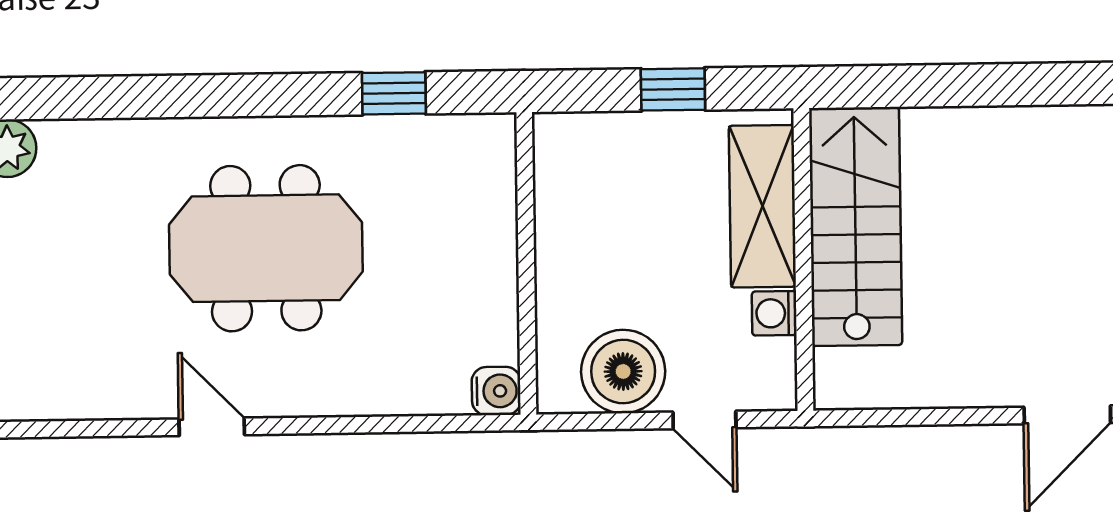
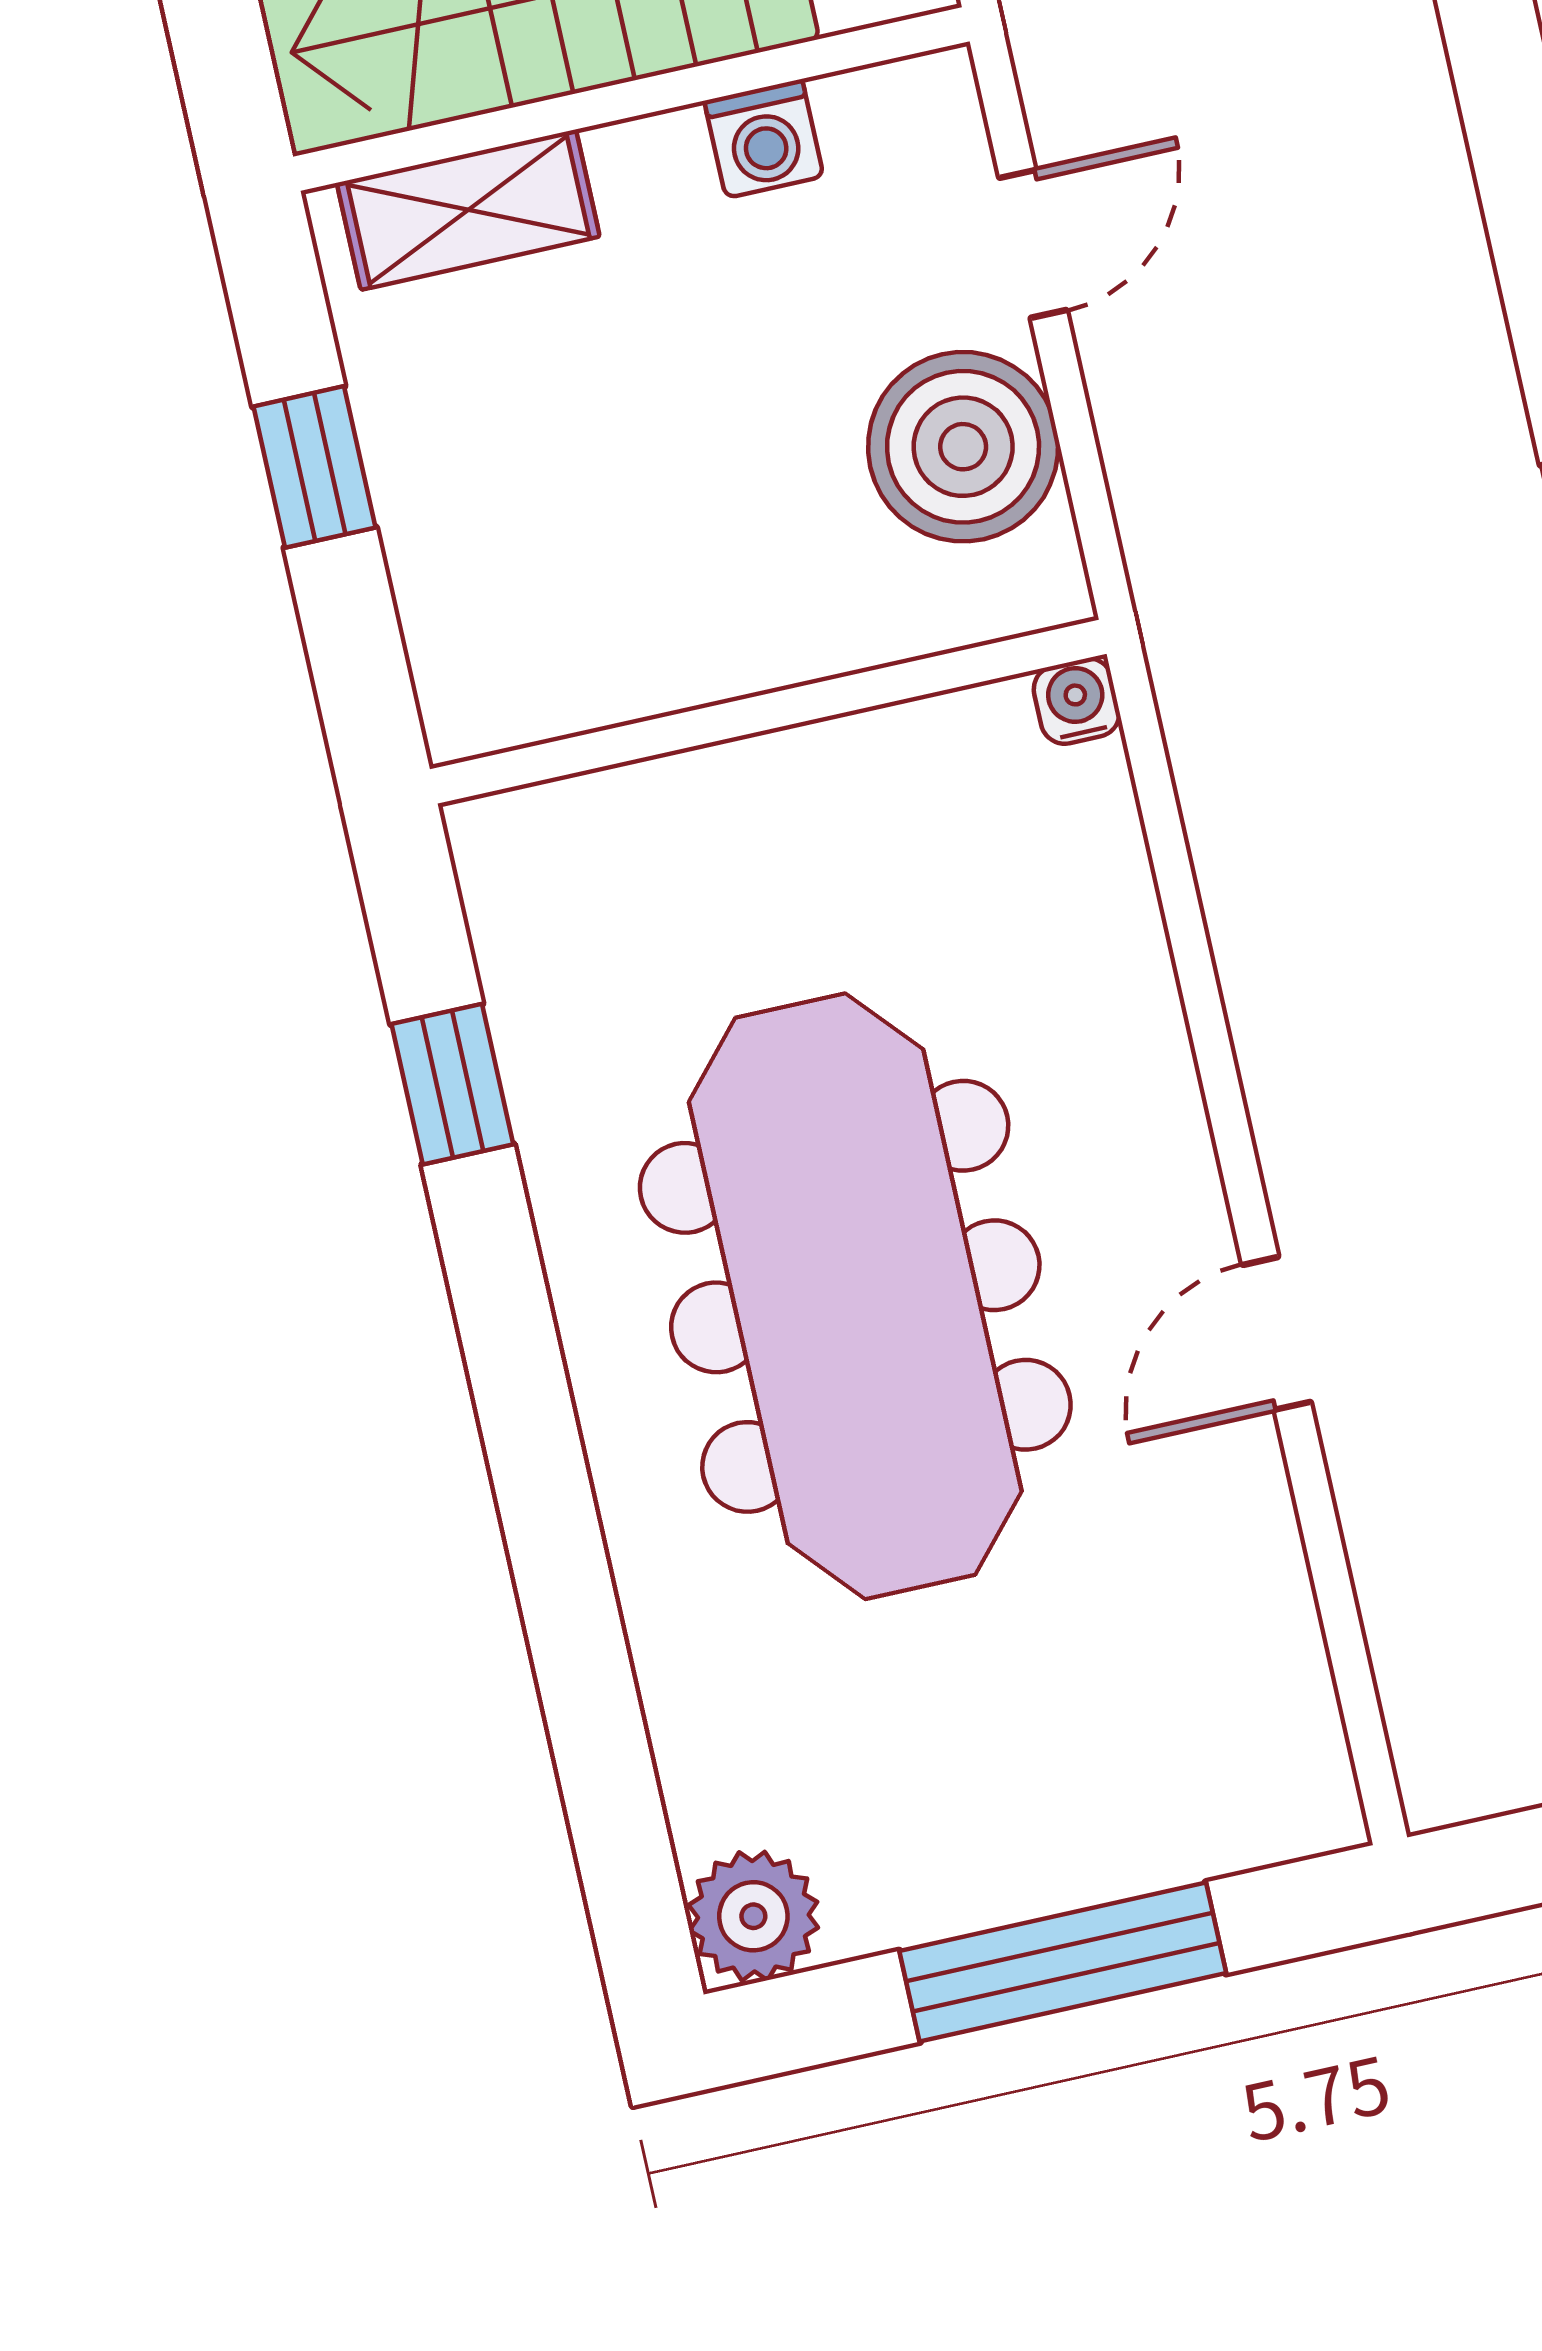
shelving: (762, 206) -> (468, 210), width x0.67, depth x0.75
meeting table: (266, 248) -> (855, 1296), width x1.36
water cooler: (496, 391) -> (1077, 701), width x0.72, depth x0.72

